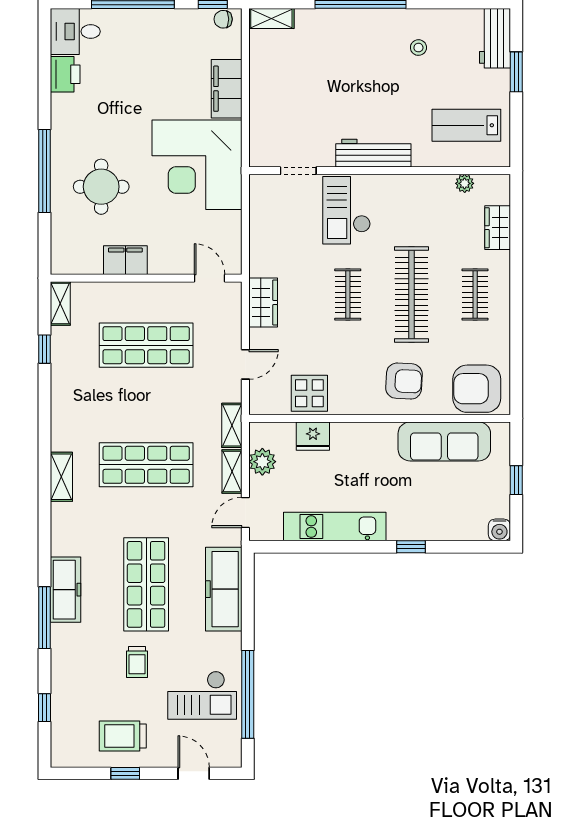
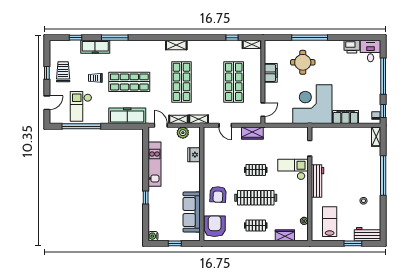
display table: (309, 393) -> (213, 153), removed
freezer: (66, 590) -> (95, 47), moved

